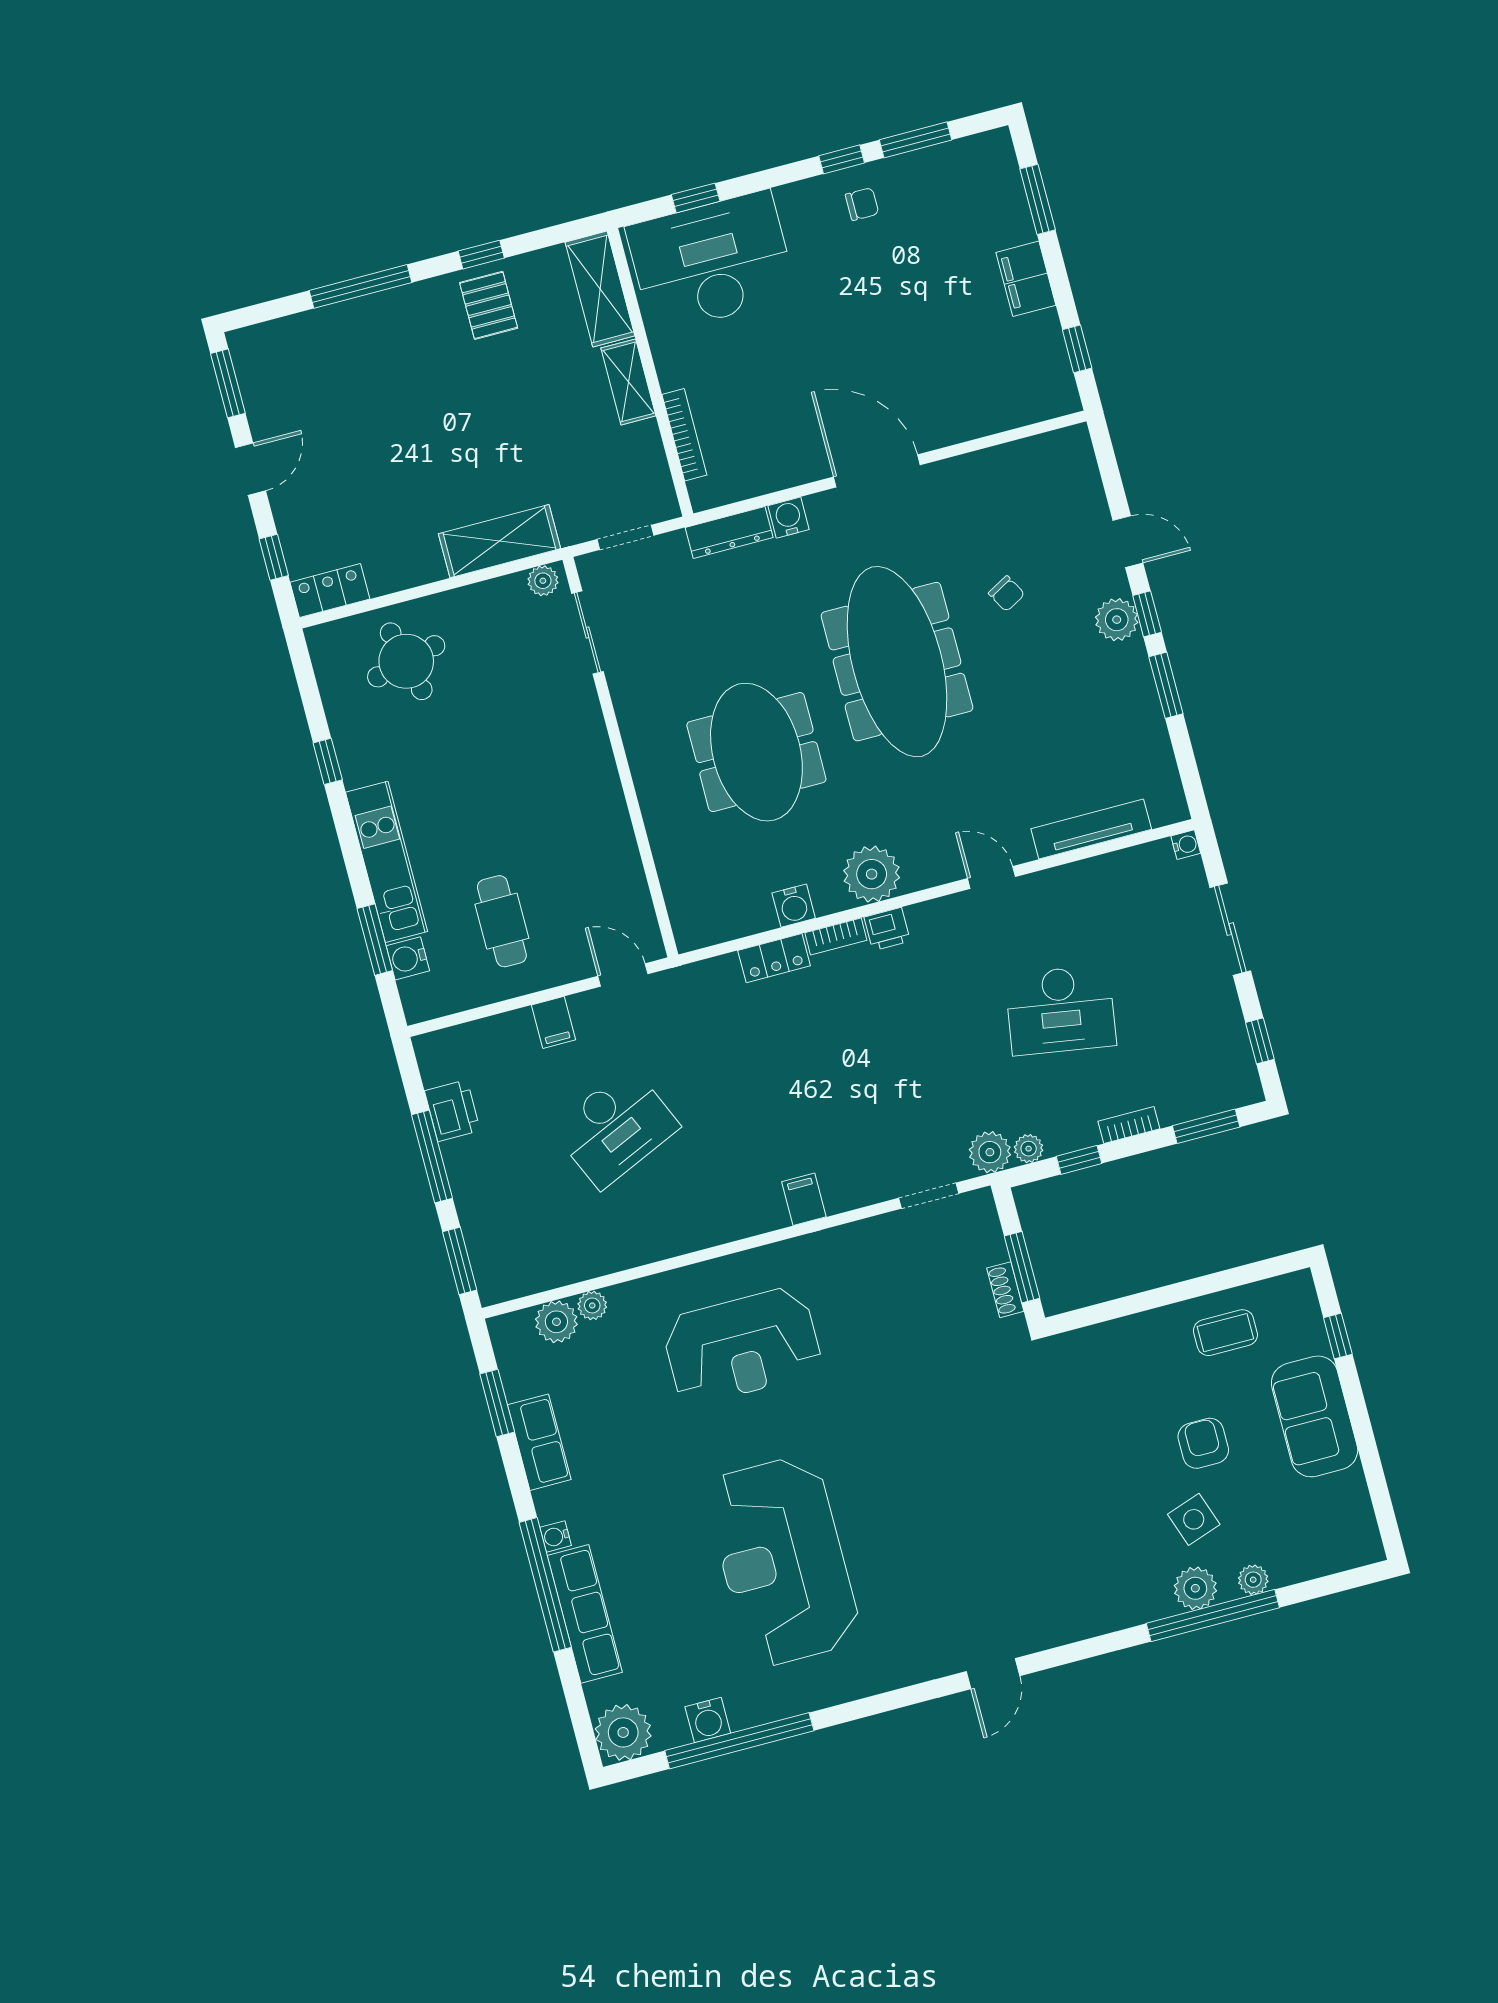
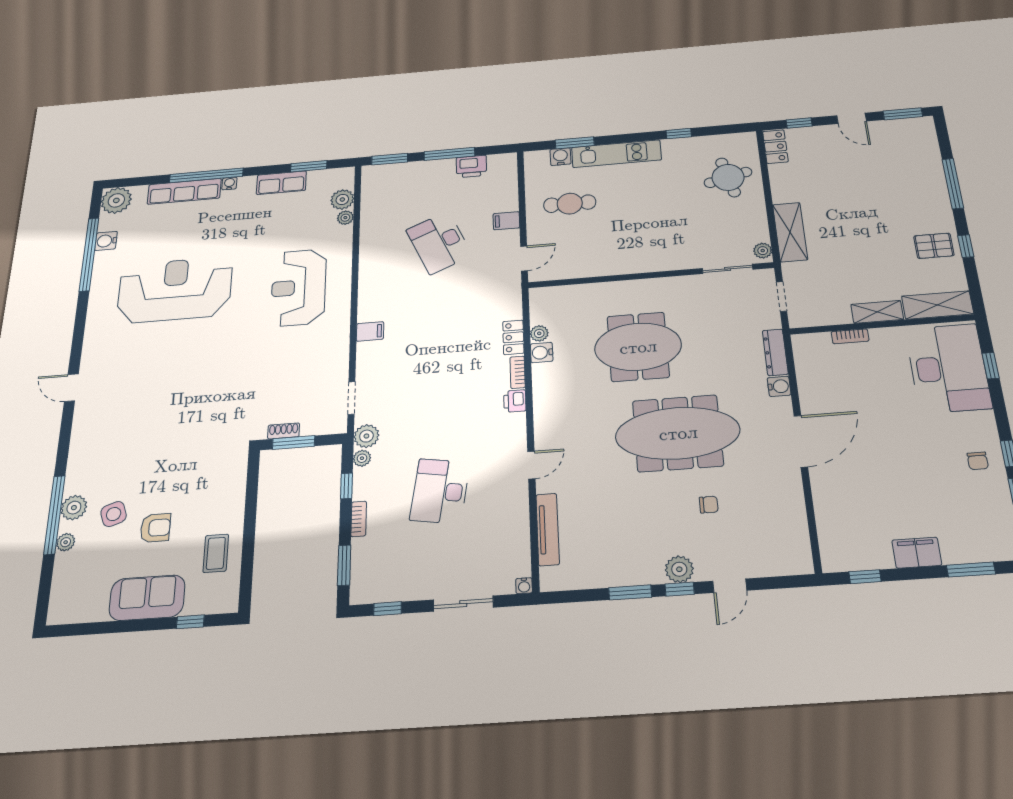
bookcase: (684, 435) -> (850, 336), width x0.64
chair: (1007, 594) -> (709, 505), turned -151
plant: (872, 874) -> (539, 333), moved, width x0.53, depth x0.53

